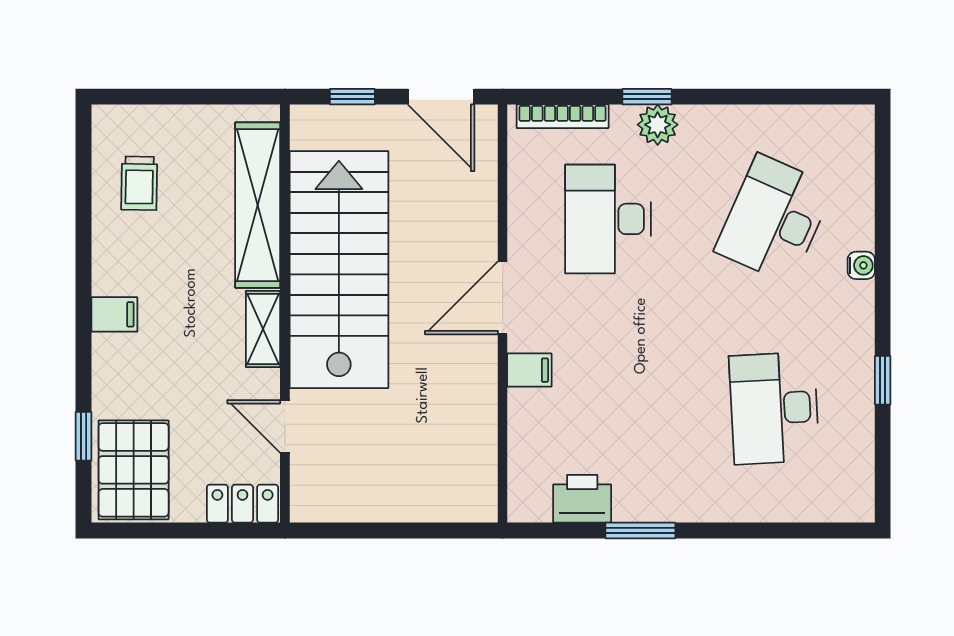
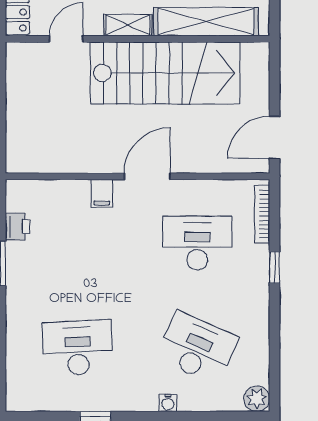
window: (352, 97) -> (274, 81), removed
plant: (658, 125) -> (257, 399), moved
door: (503, 298) -> (147, 176), hinge flipped
printer: (582, 499) -> (18, 227), width x0.73, depth x0.81

